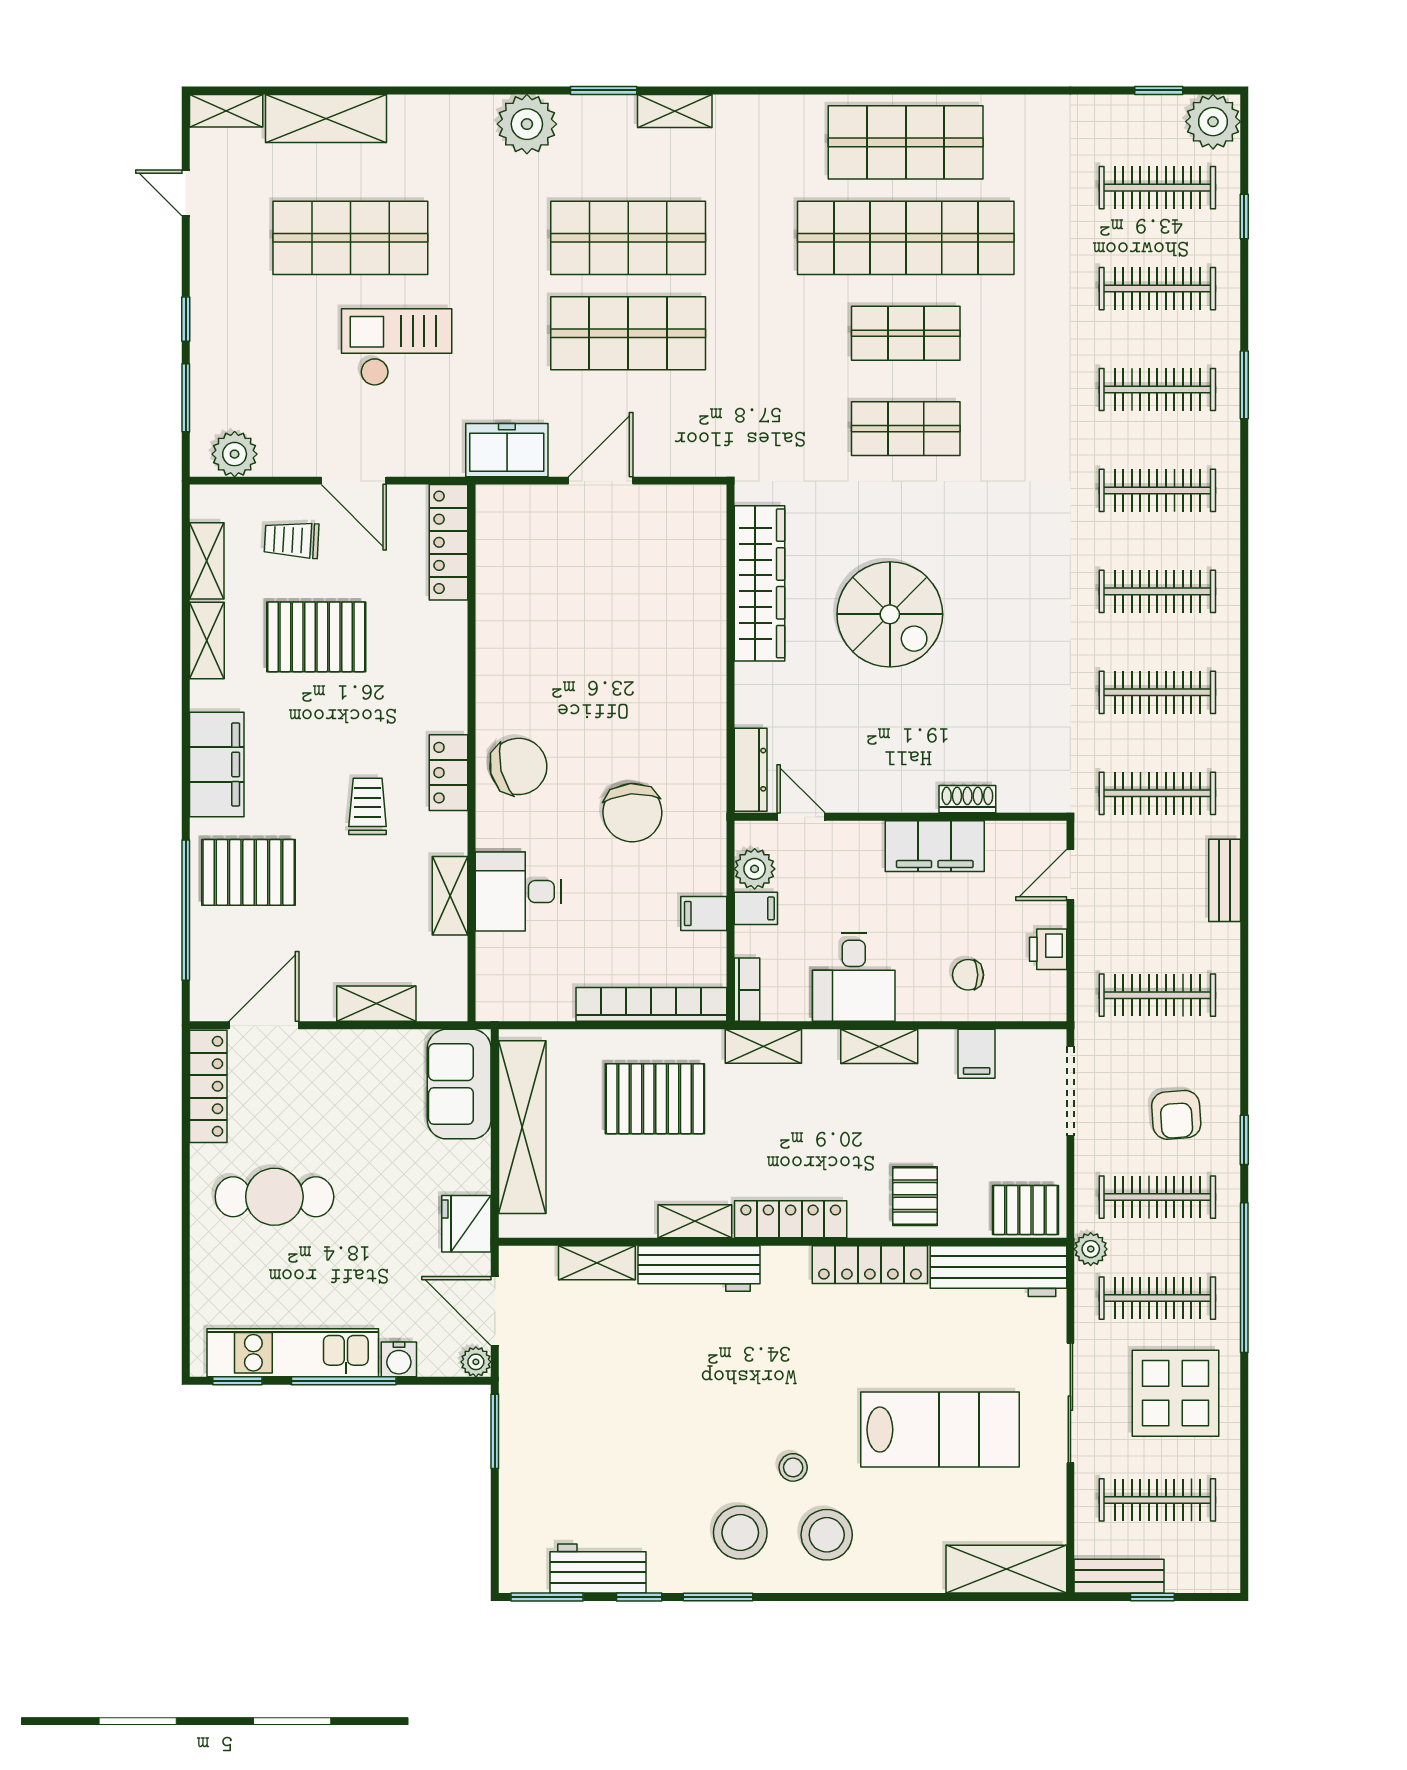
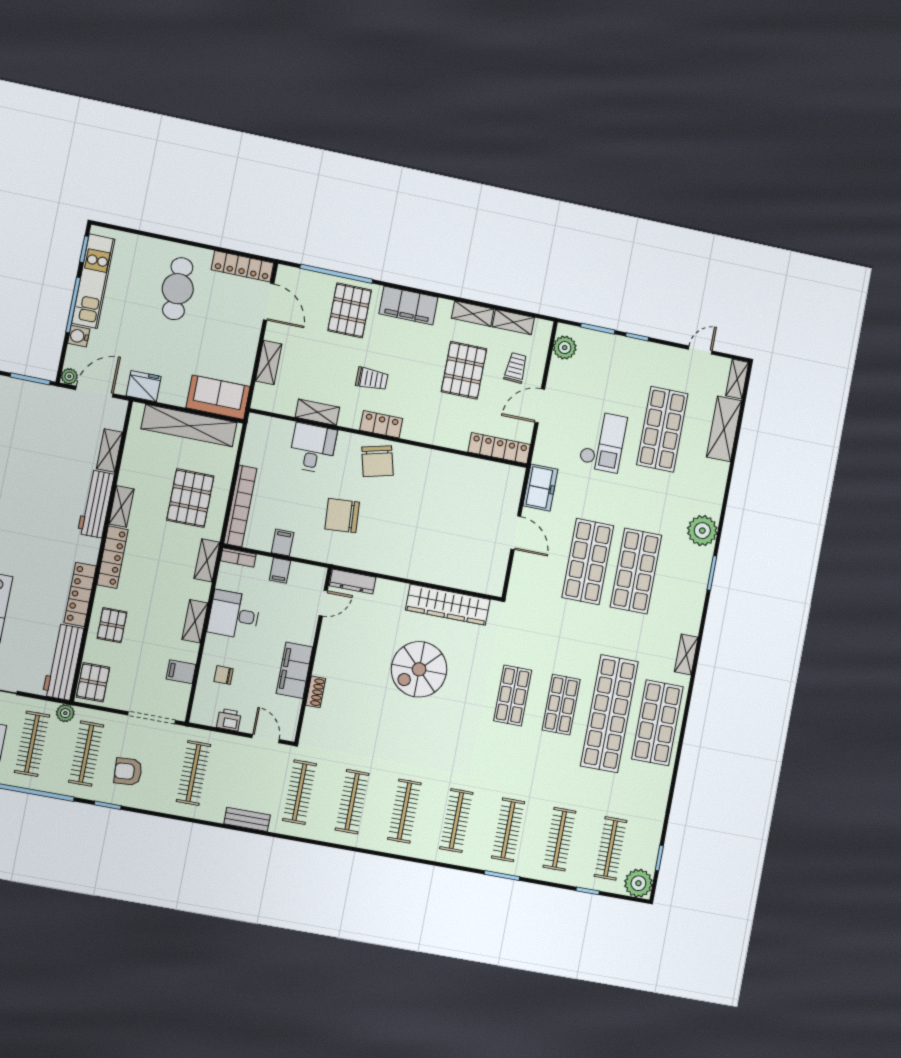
shelving: (675, 111) -> (686, 654), moved
plant: (755, 869) -> (301, 574), removed
chair: (968, 975) -> (224, 675), turned -90
pallet: (915, 1196) -> (112, 625), turned 90

